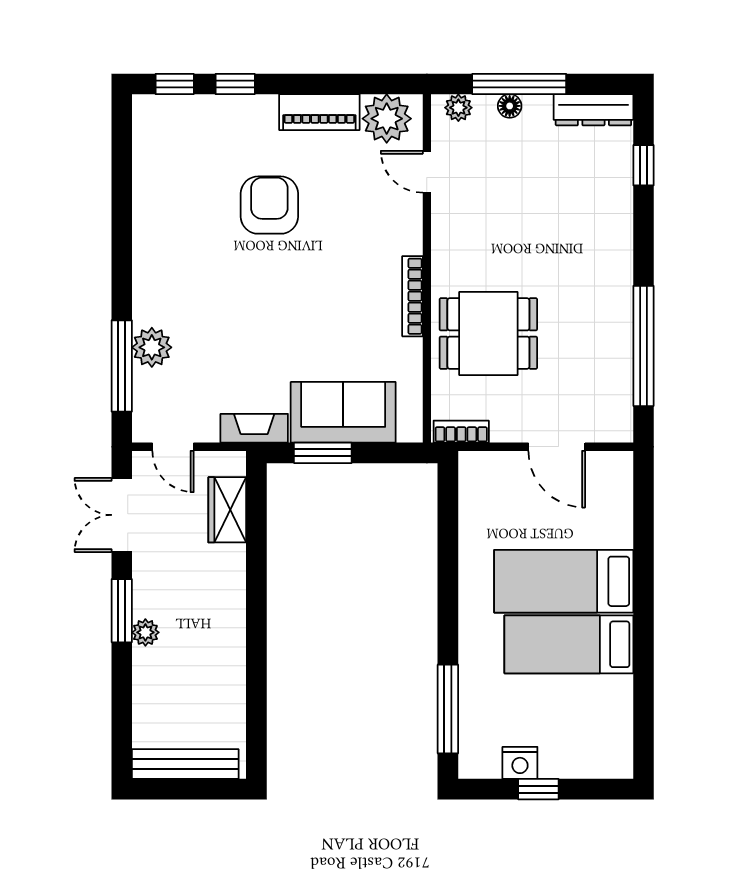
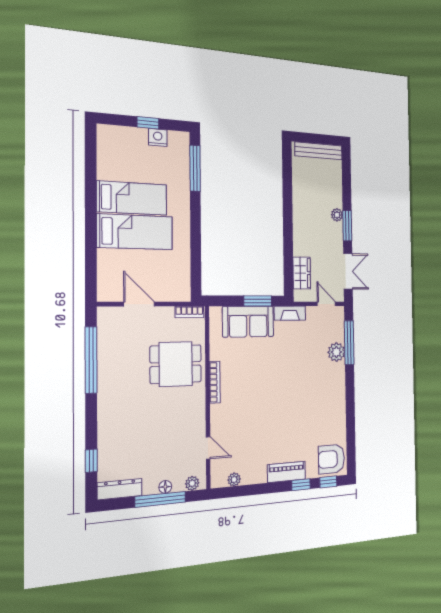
piano: (319, 112) -> (286, 472), moved
plant: (387, 119) -> (234, 480), width x0.53, depth x0.53
armchair: (269, 205) -> (331, 459), moved, turned 90

